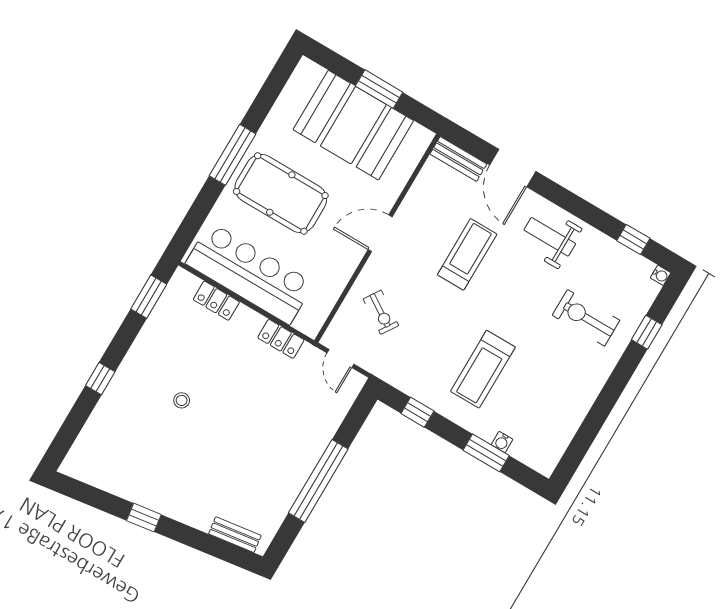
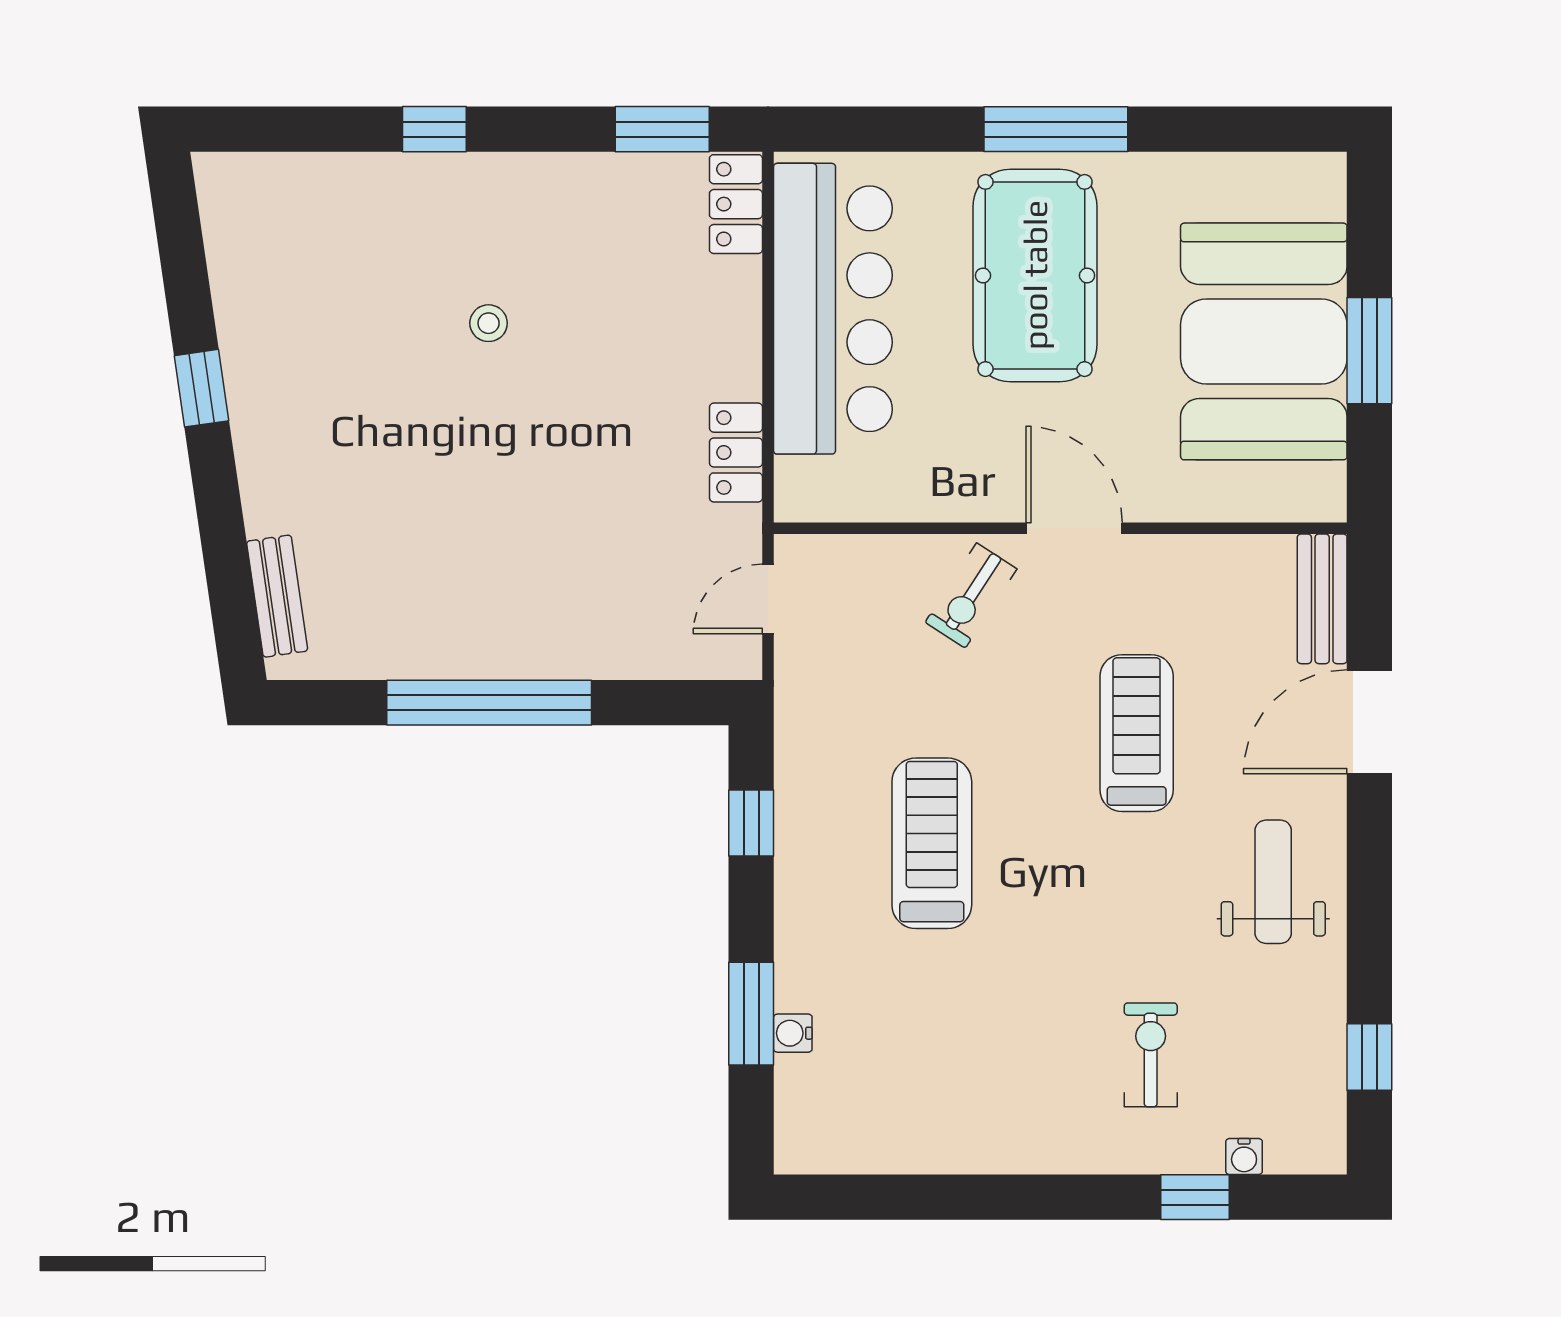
treadmill: (467, 254) -> (1137, 733), turned -90
water cooler: (661, 275) -> (1244, 1157), moved
locker: (216, 301) -> (736, 204), moved
exercise bike: (381, 312) -> (971, 596), moved
exercise bike: (586, 318) -> (1151, 1055), width x0.73, depth x0.72
treadmill: (483, 369) -> (932, 843), moved, turned 90

